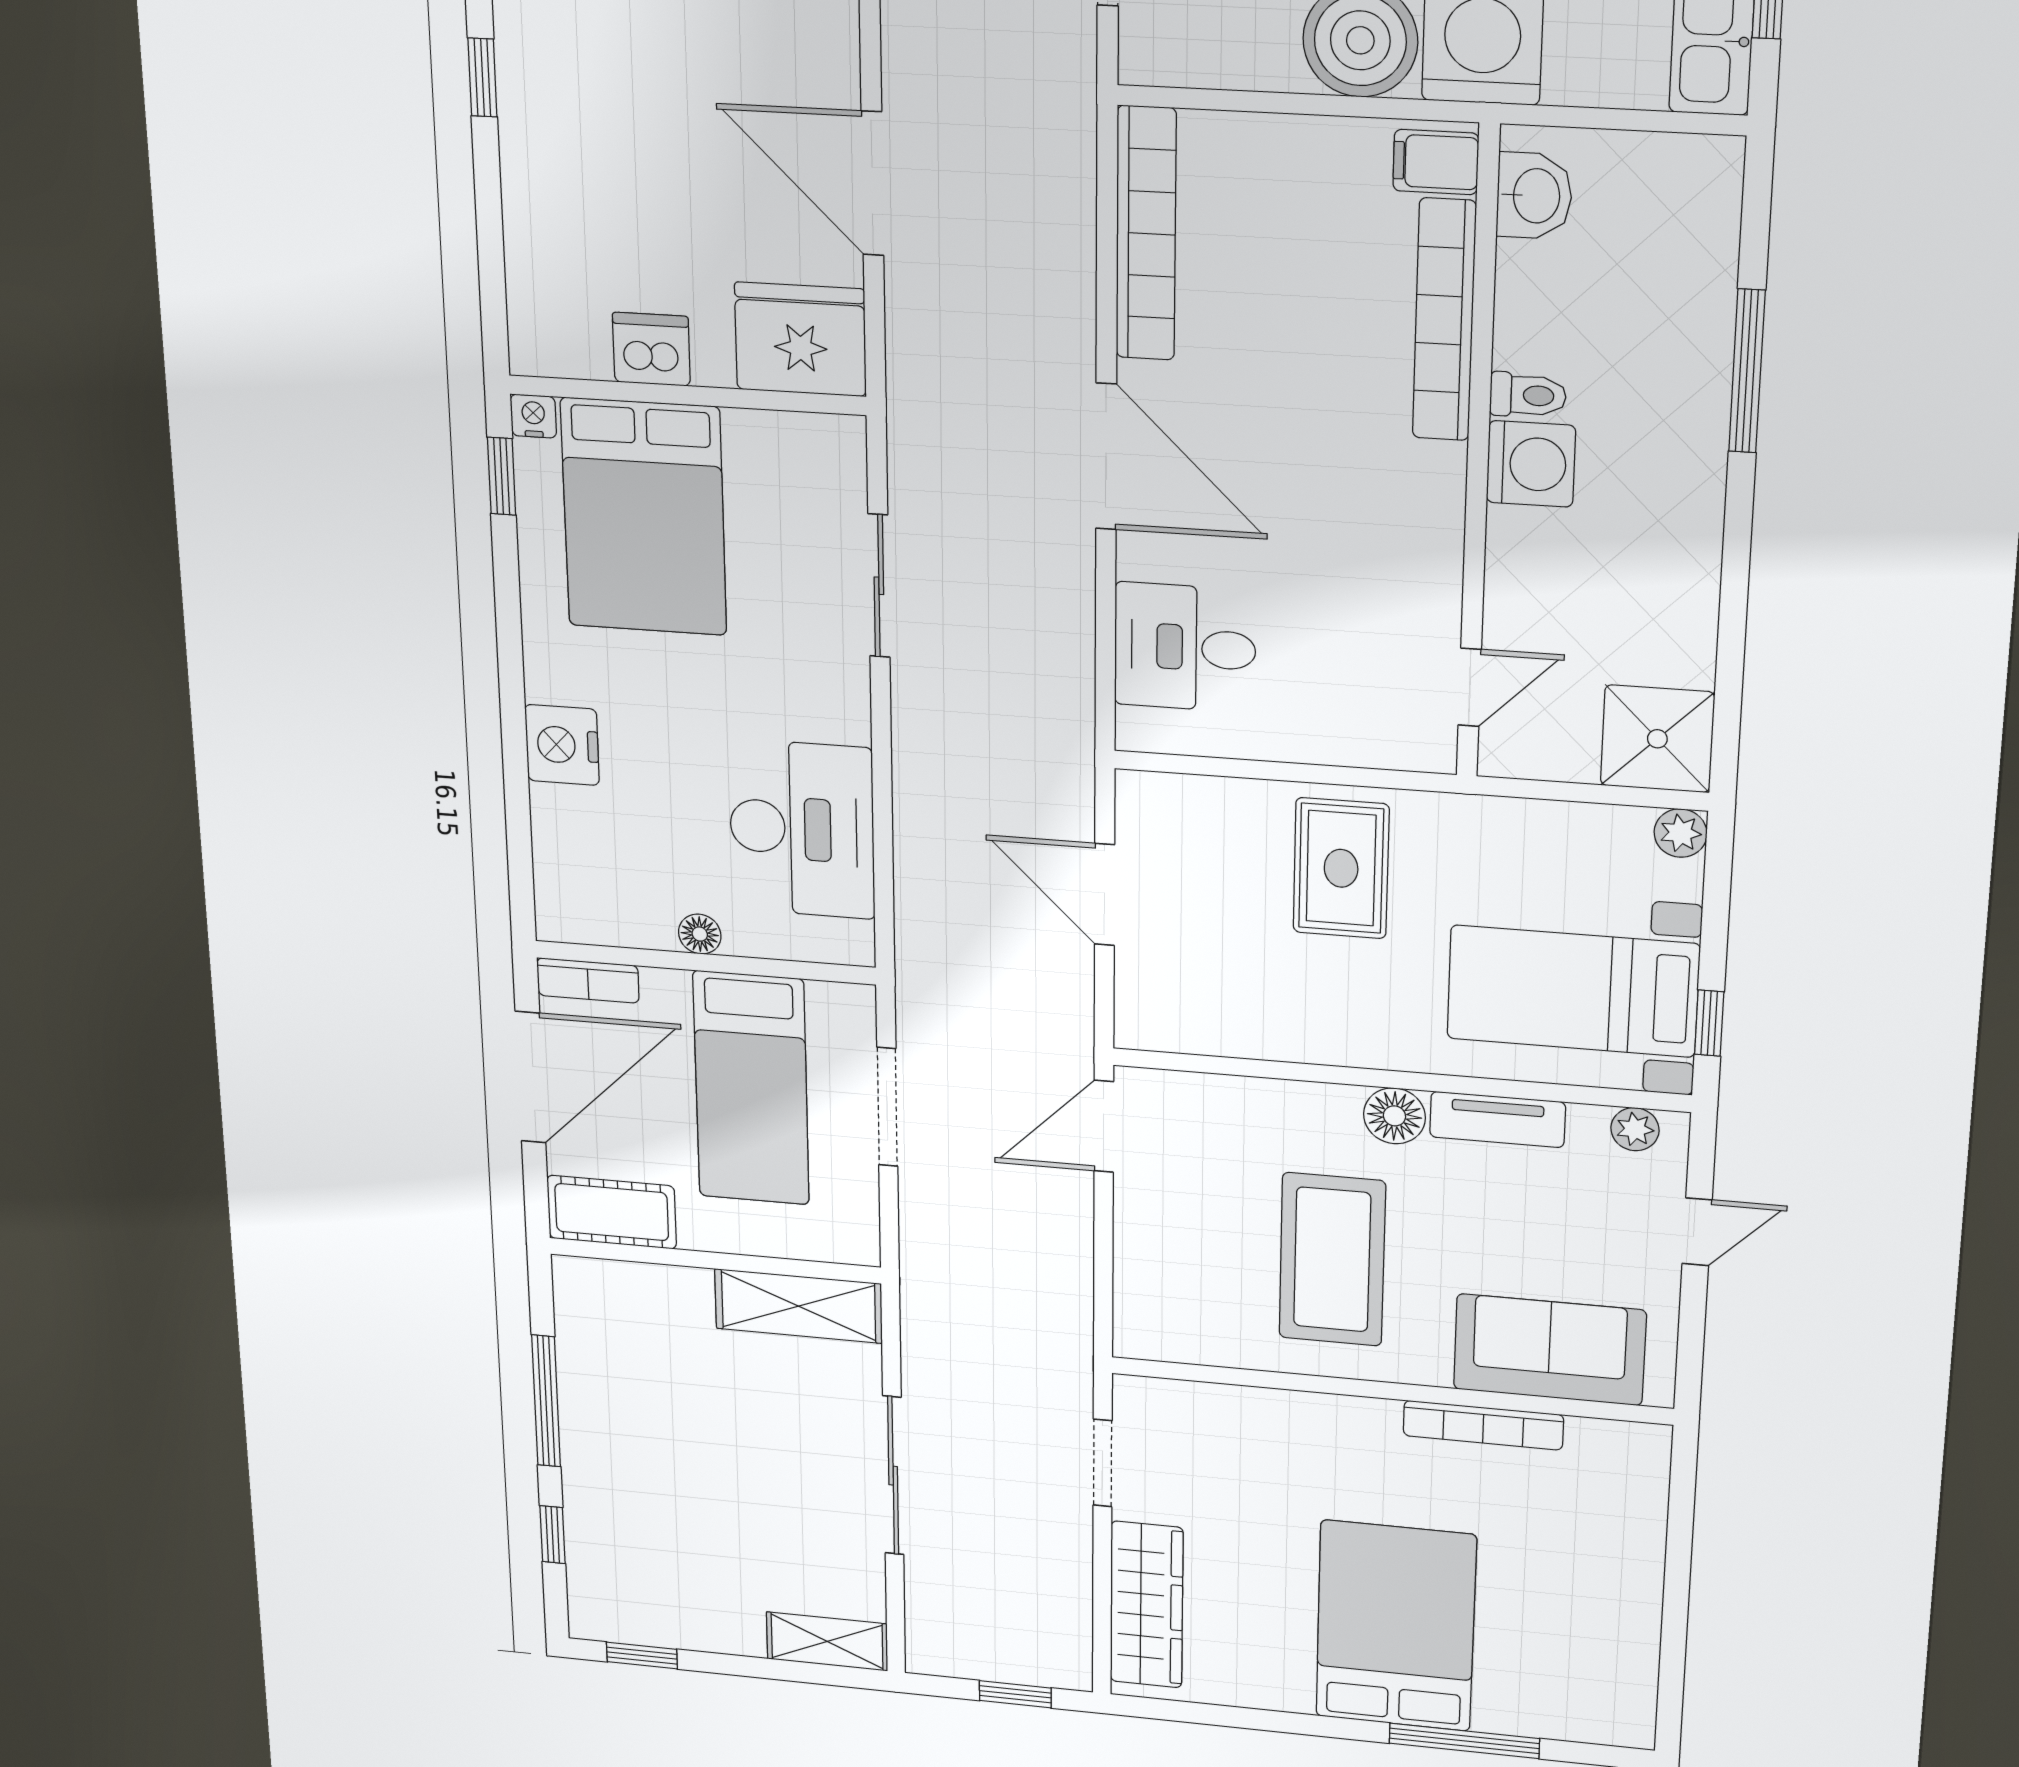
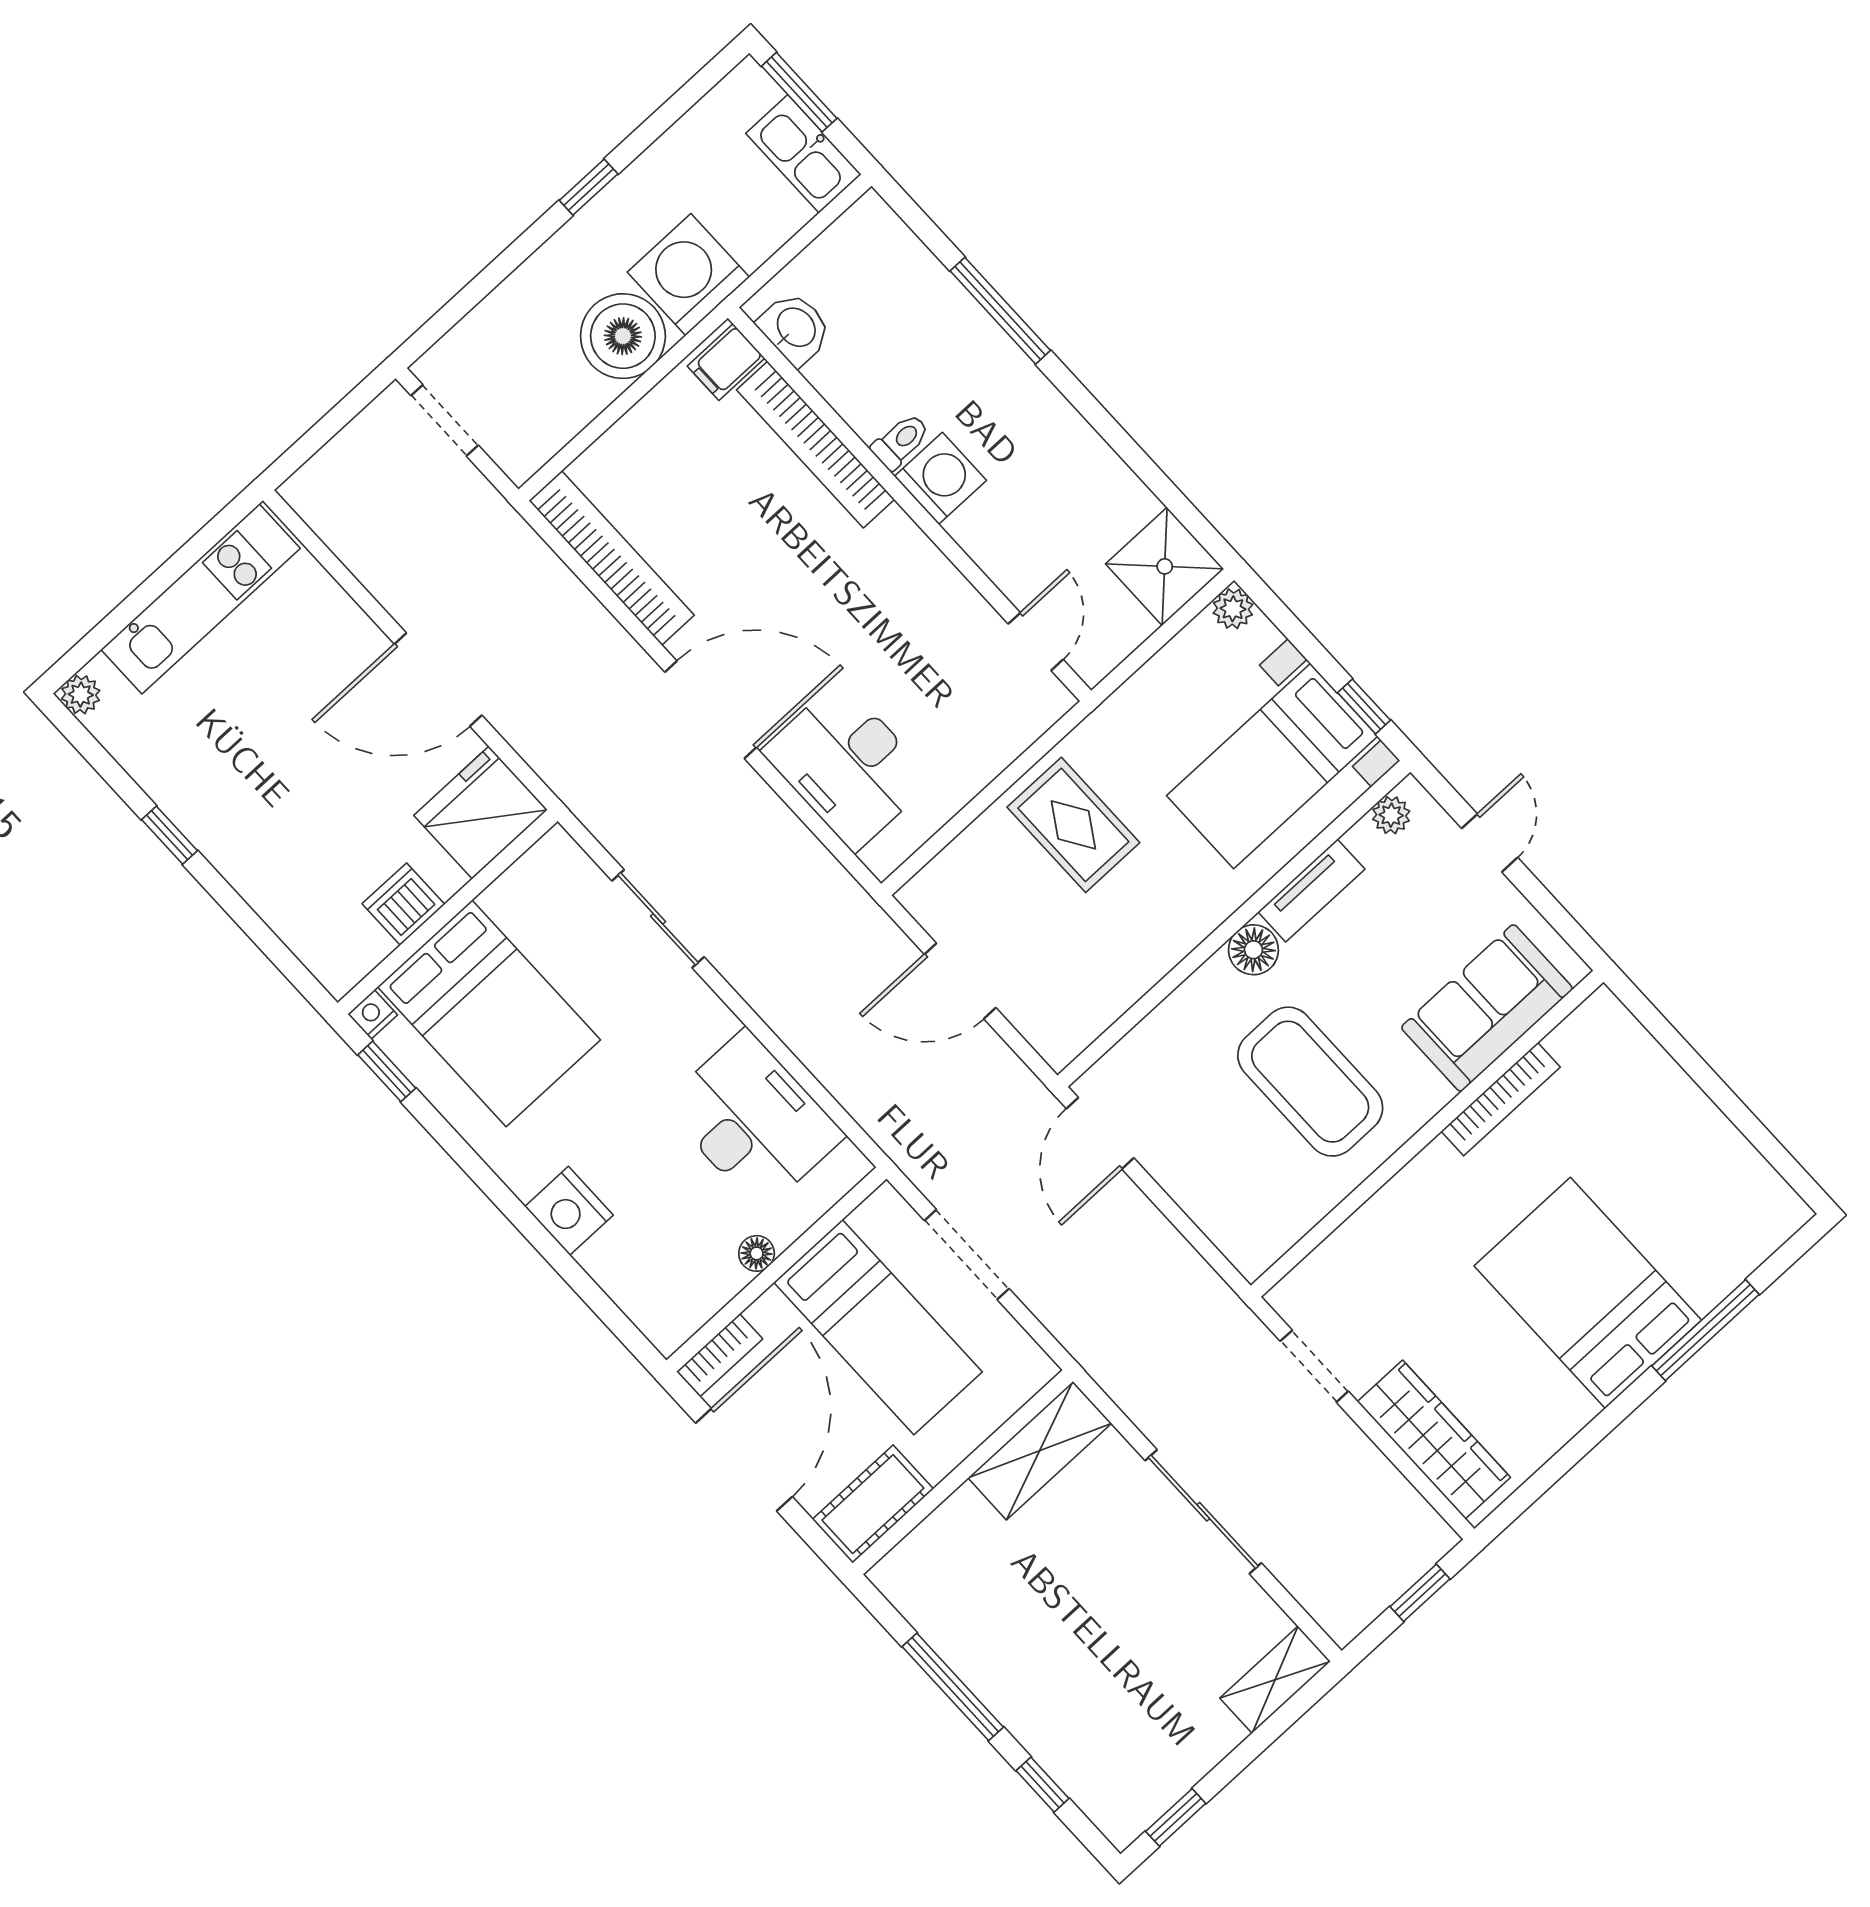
desk: (1185, 647) -> (847, 766), width x1.37

